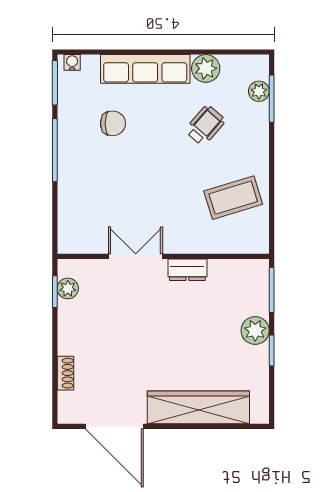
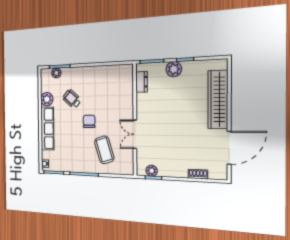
chair: (113, 123) -> (89, 121), moved
coffee table: (233, 198) -> (104, 150), moved
dresser: (187, 270) -> (141, 82), moved

